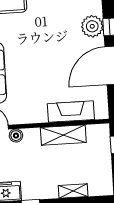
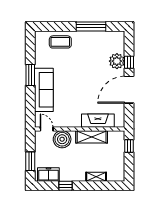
boiler: (16, 136) -> (62, 139), width x1.86, depth x1.86

